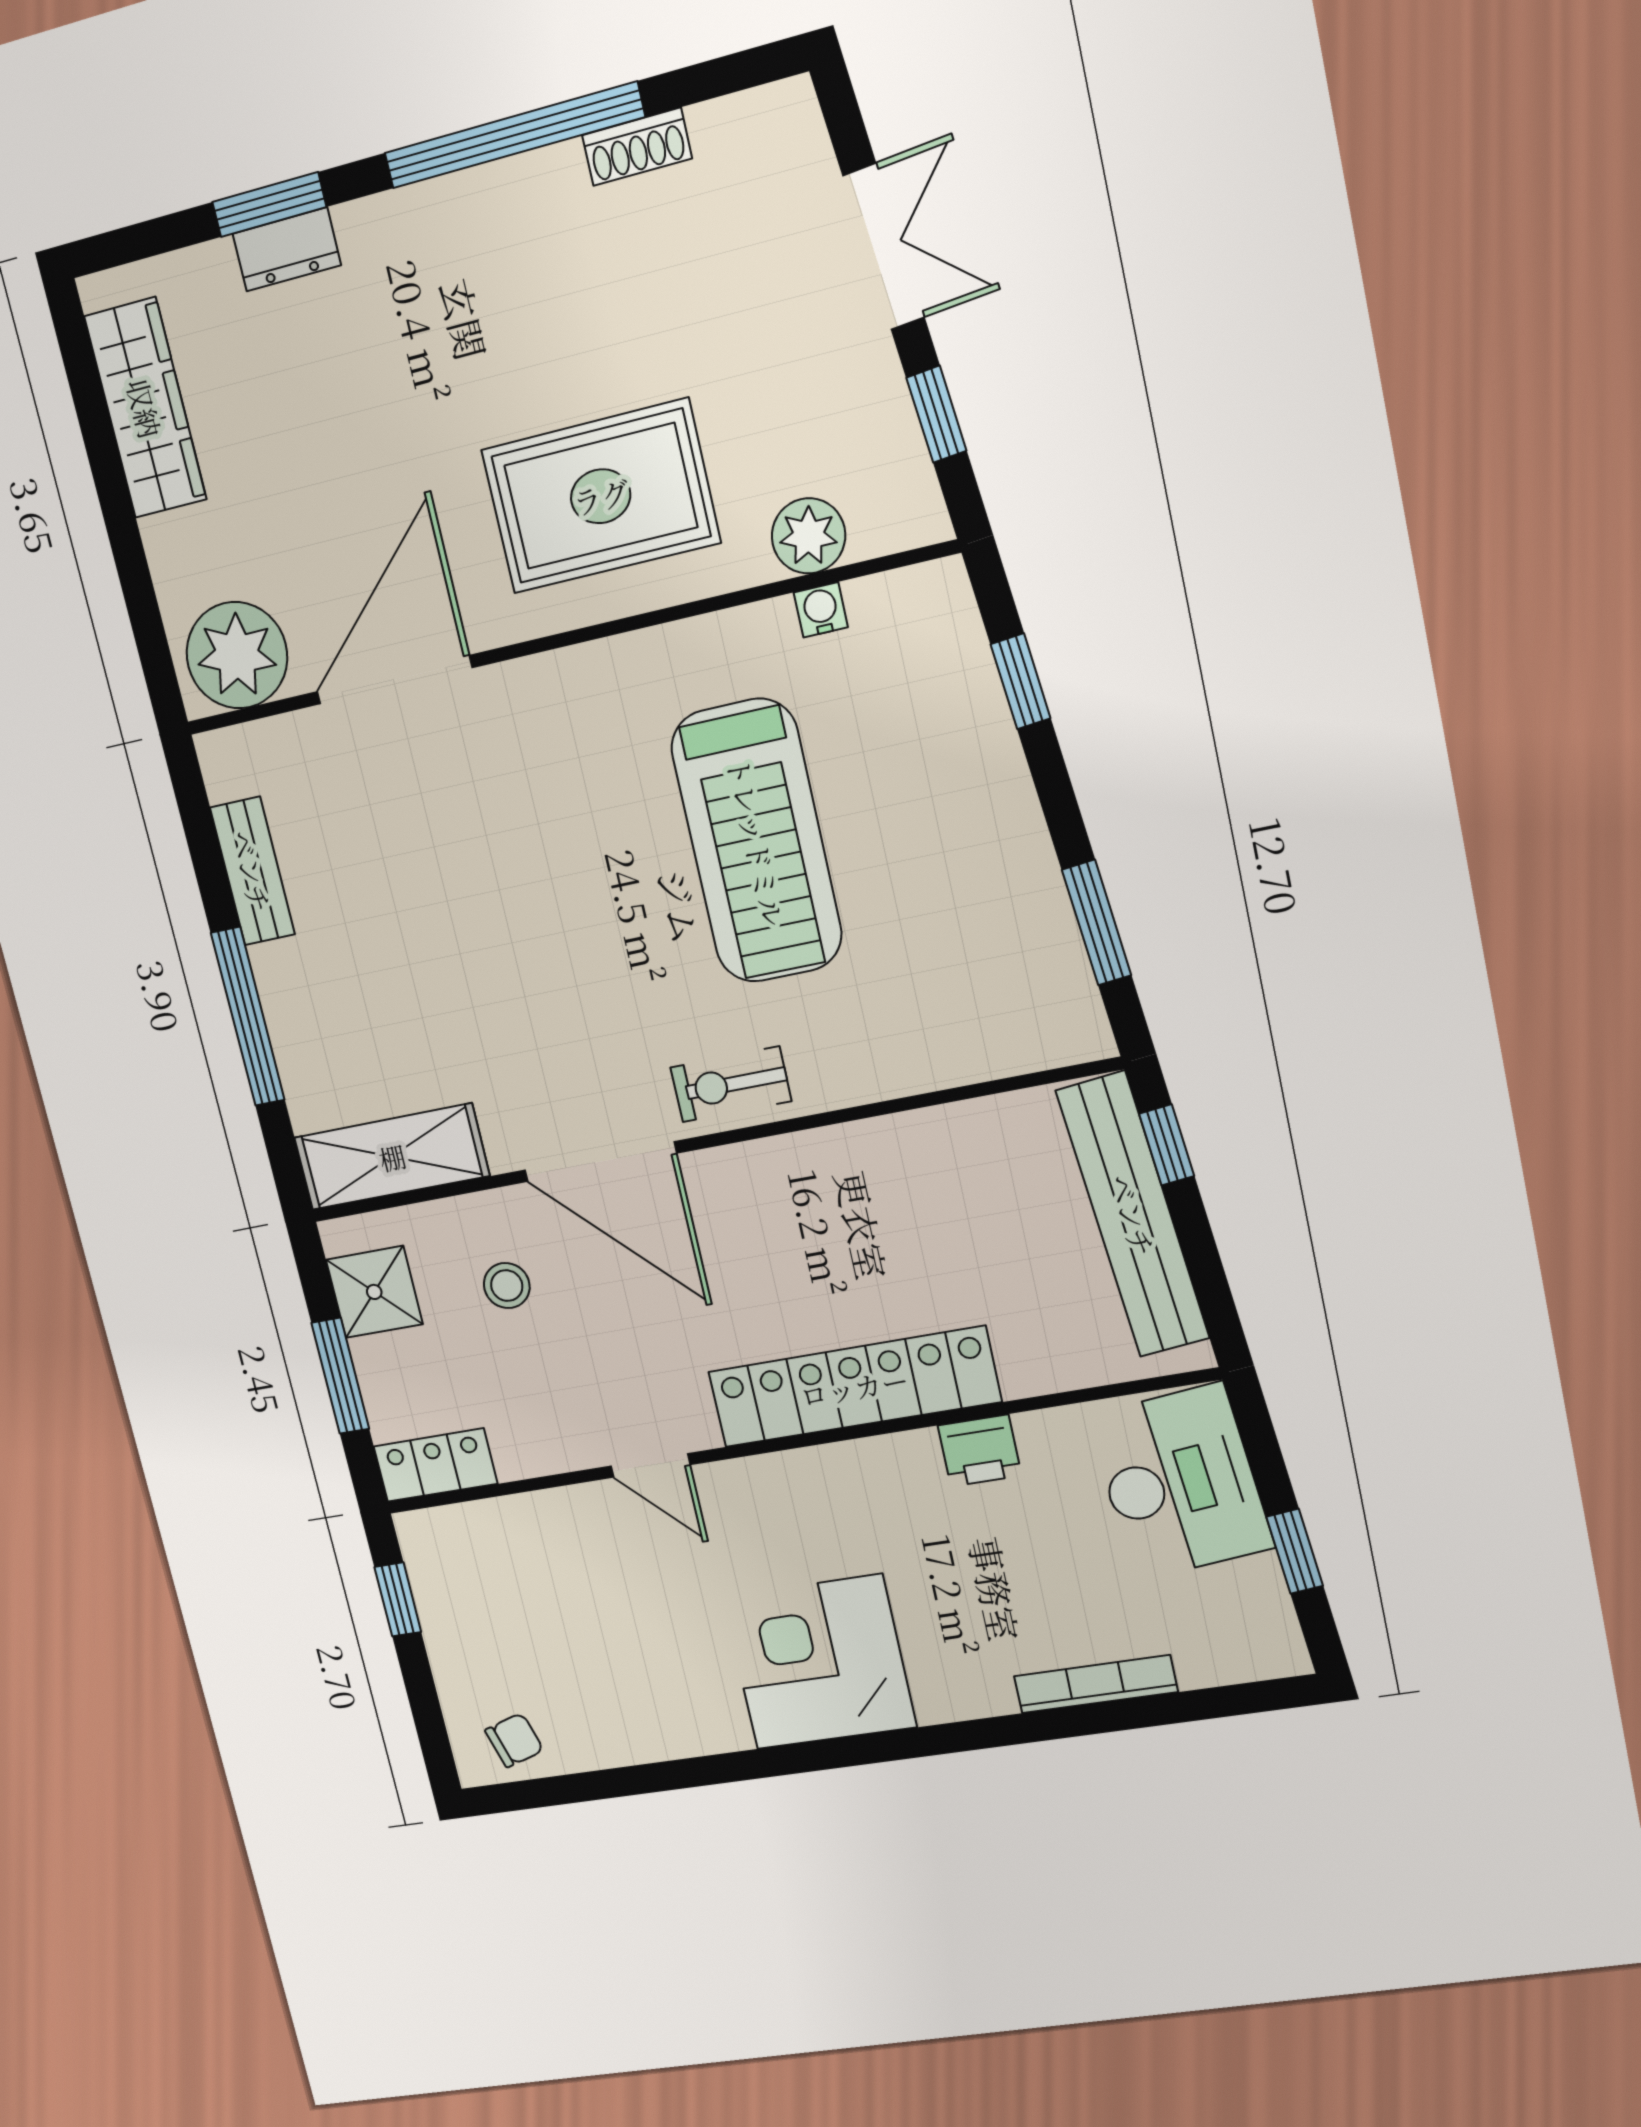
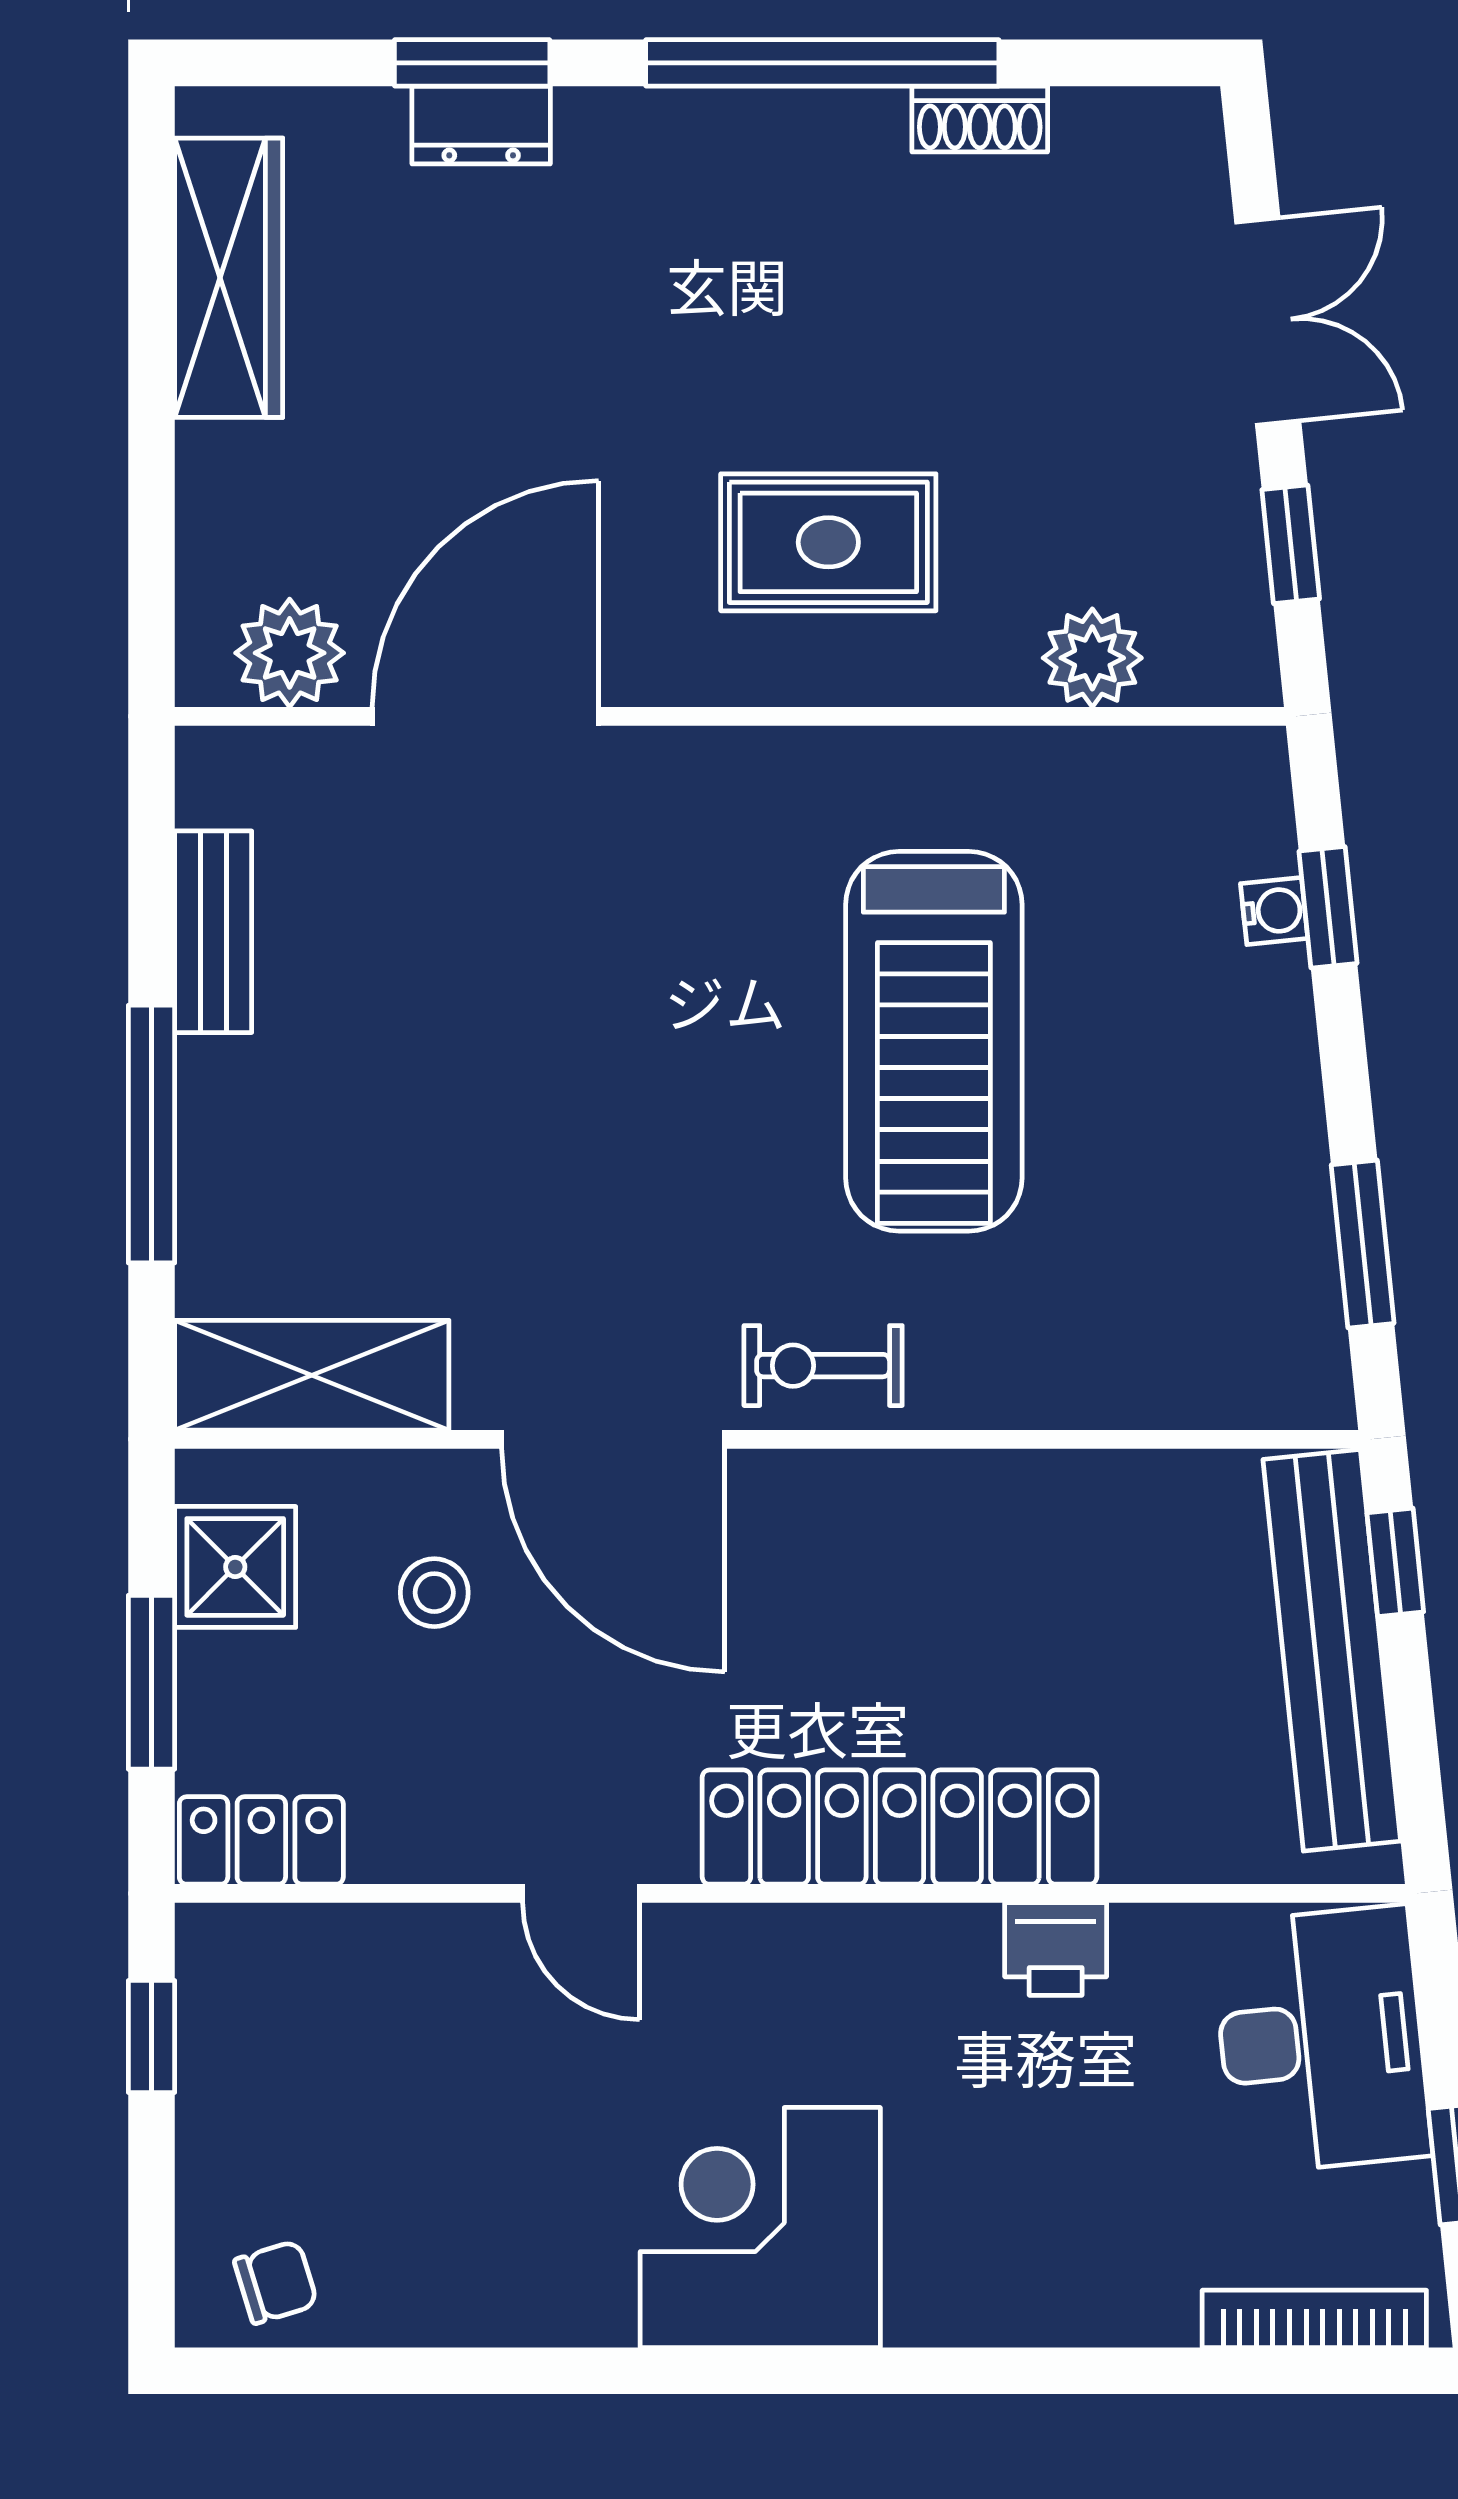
rug: (601, 496) -> (828, 542), width x0.73, depth x0.70
water cooler: (821, 610) -> (1274, 911), moved, turned 84
plant: (237, 655) -> (290, 653), width x0.73, depth x0.73
bookcase: (1096, 1684) -> (1314, 2319), moved

